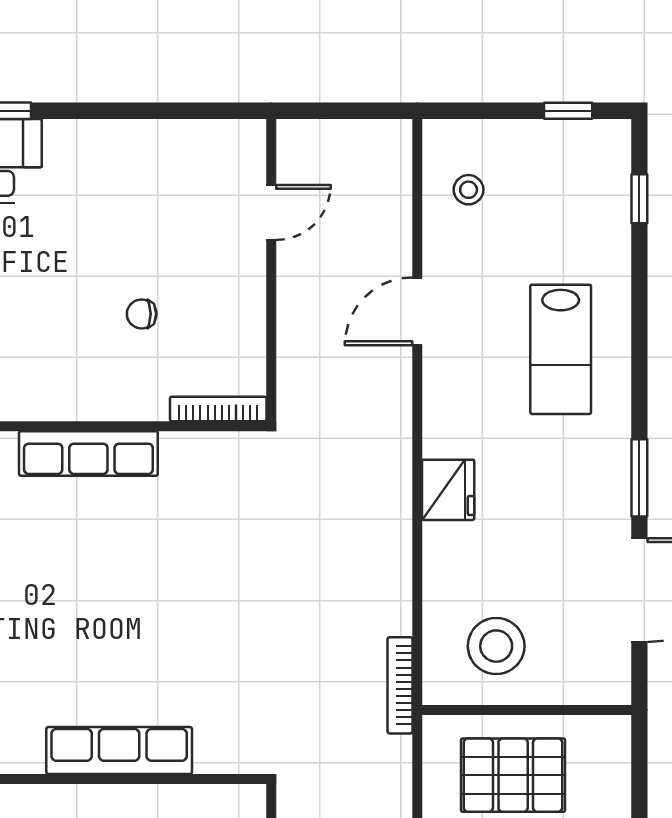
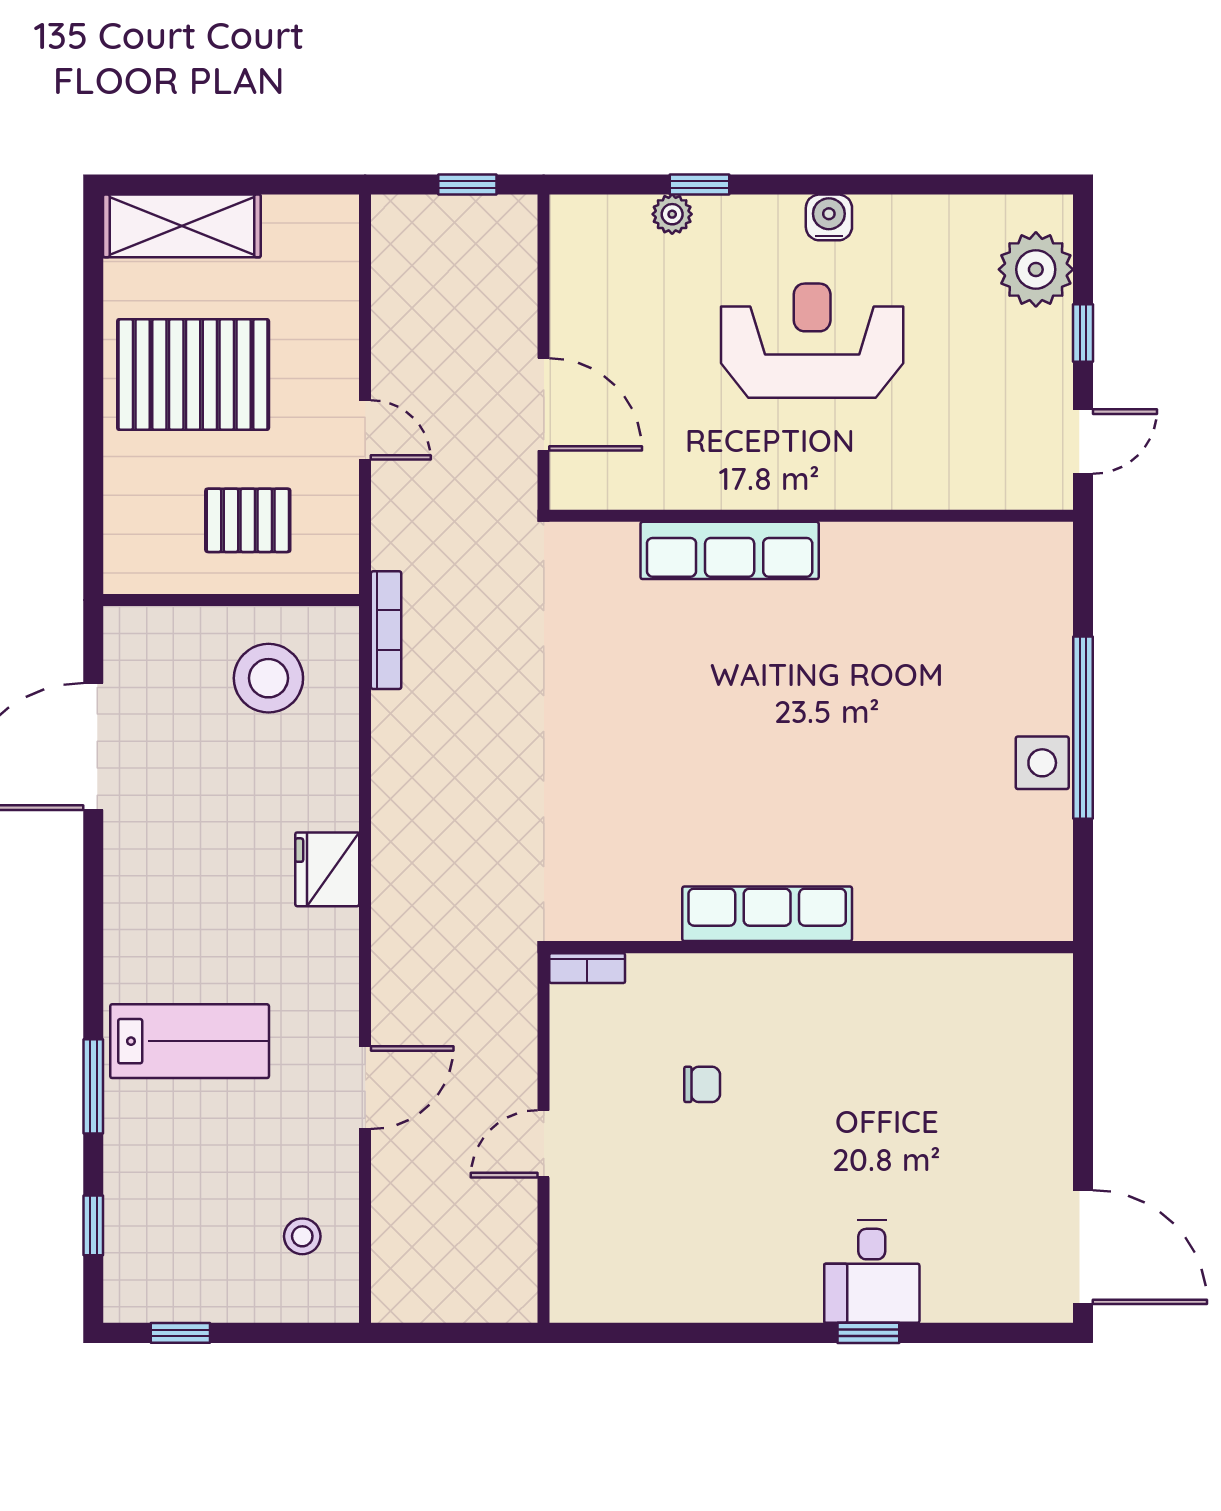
door: (271, 212) -> (544, 1144), moved
lab bench: (561, 349) -> (190, 1041), turned 90
bookcase: (218, 409) -> (587, 968), width x0.64
window: (639, 478) -> (93, 1086), moved
pallet: (513, 775) -> (248, 520), width x0.67, depth x0.71

